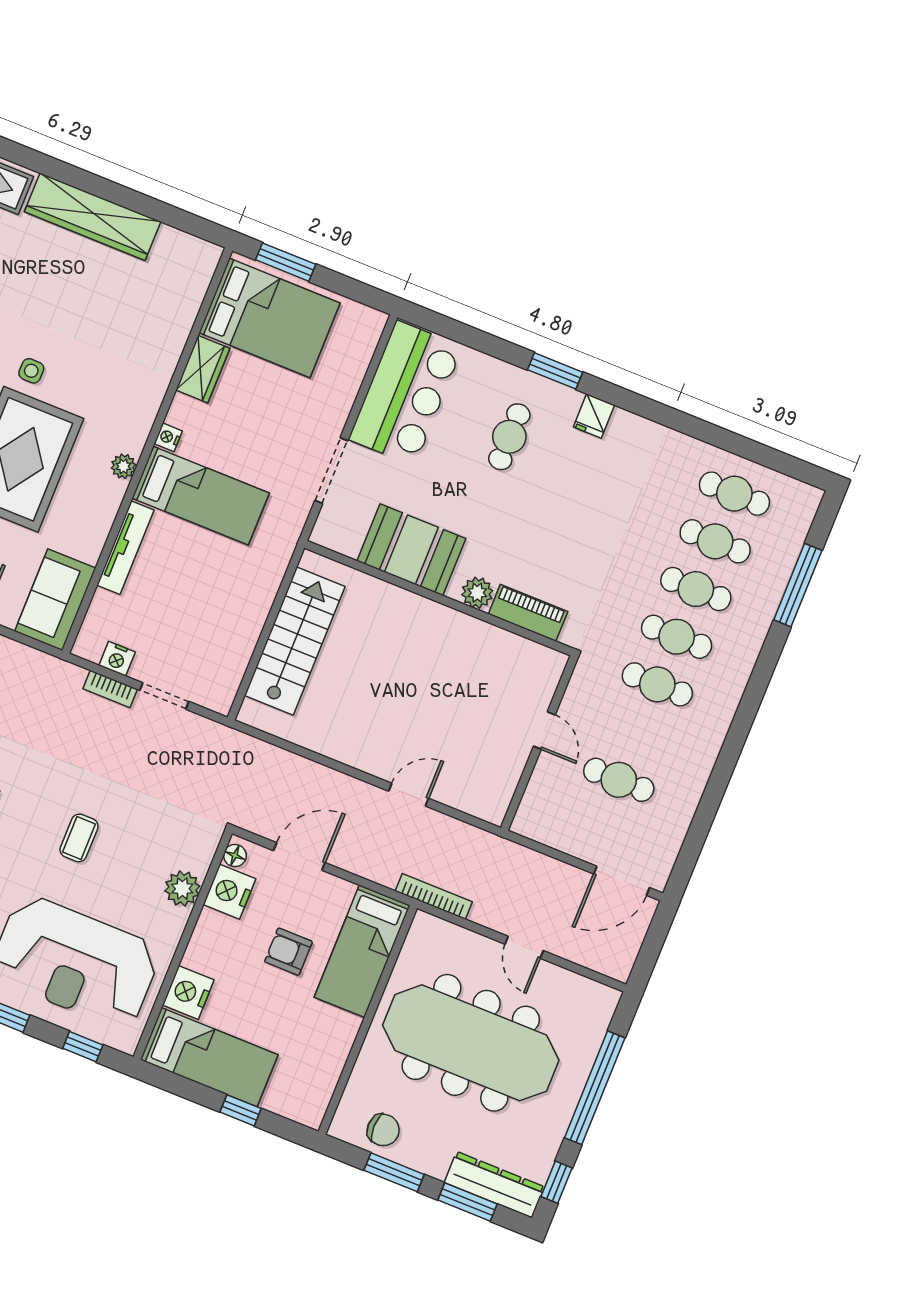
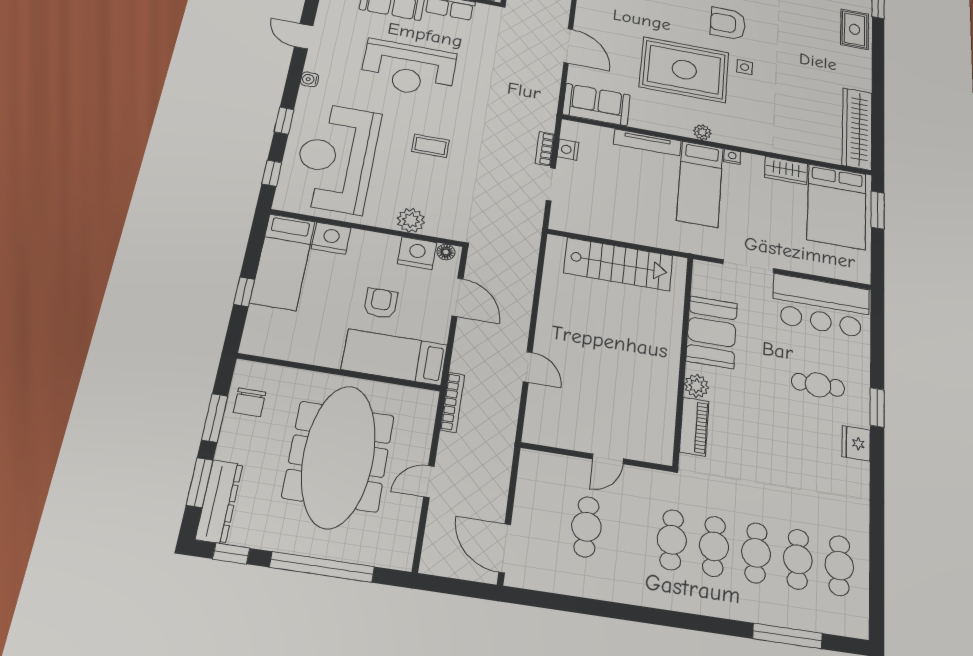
wardrobe: (93, 217) -> (857, 129), moved
fridge: (594, 416) -> (856, 443), width x1.38

